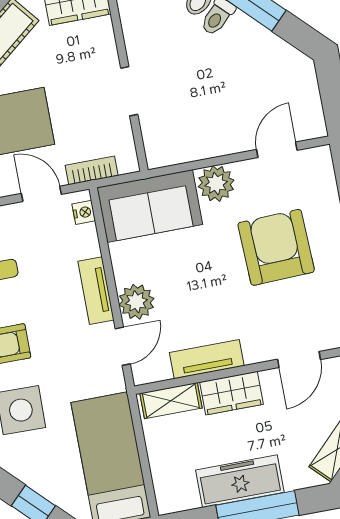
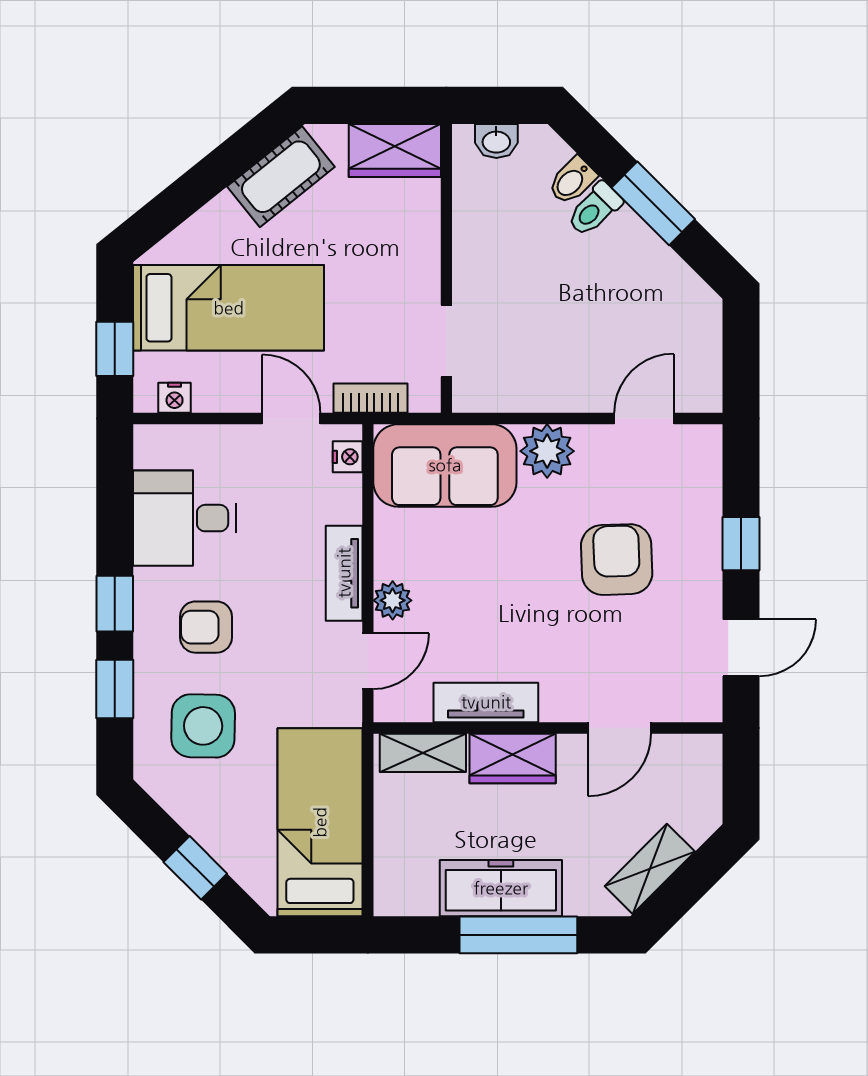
doorway: (129, 91) -> (446, 341), moved
armchair: (276, 247) -> (617, 560), width x0.73, depth x0.73
plant: (136, 302) -> (393, 600), width x0.73, depth x0.73

